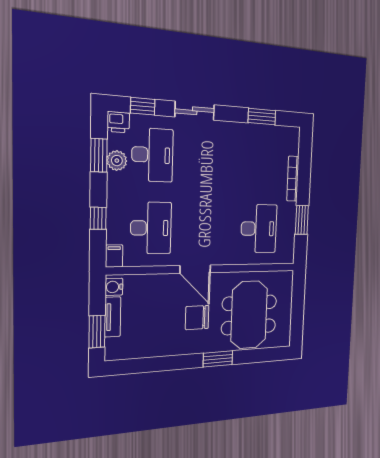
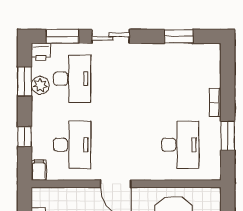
window: (143, 106) -> (62, 36), width x1.50
bookcase: (293, 179) -> (215, 103), width x0.64
water cooler: (114, 287) -> (39, 198), removed

